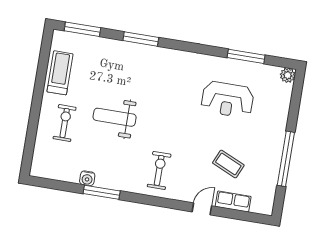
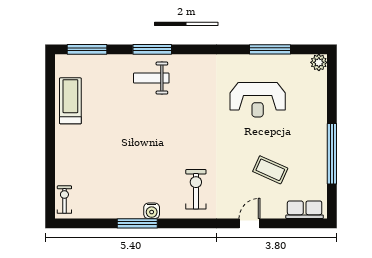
weight bench: (115, 117) -> (151, 78), moved, width x0.73, depth x0.75
exercise bike: (65, 123) -> (64, 200), moved, width x0.73, depth x0.72
water cooler: (87, 178) -> (152, 211), moved
row of seats: (233, 201) -> (305, 210), moved

